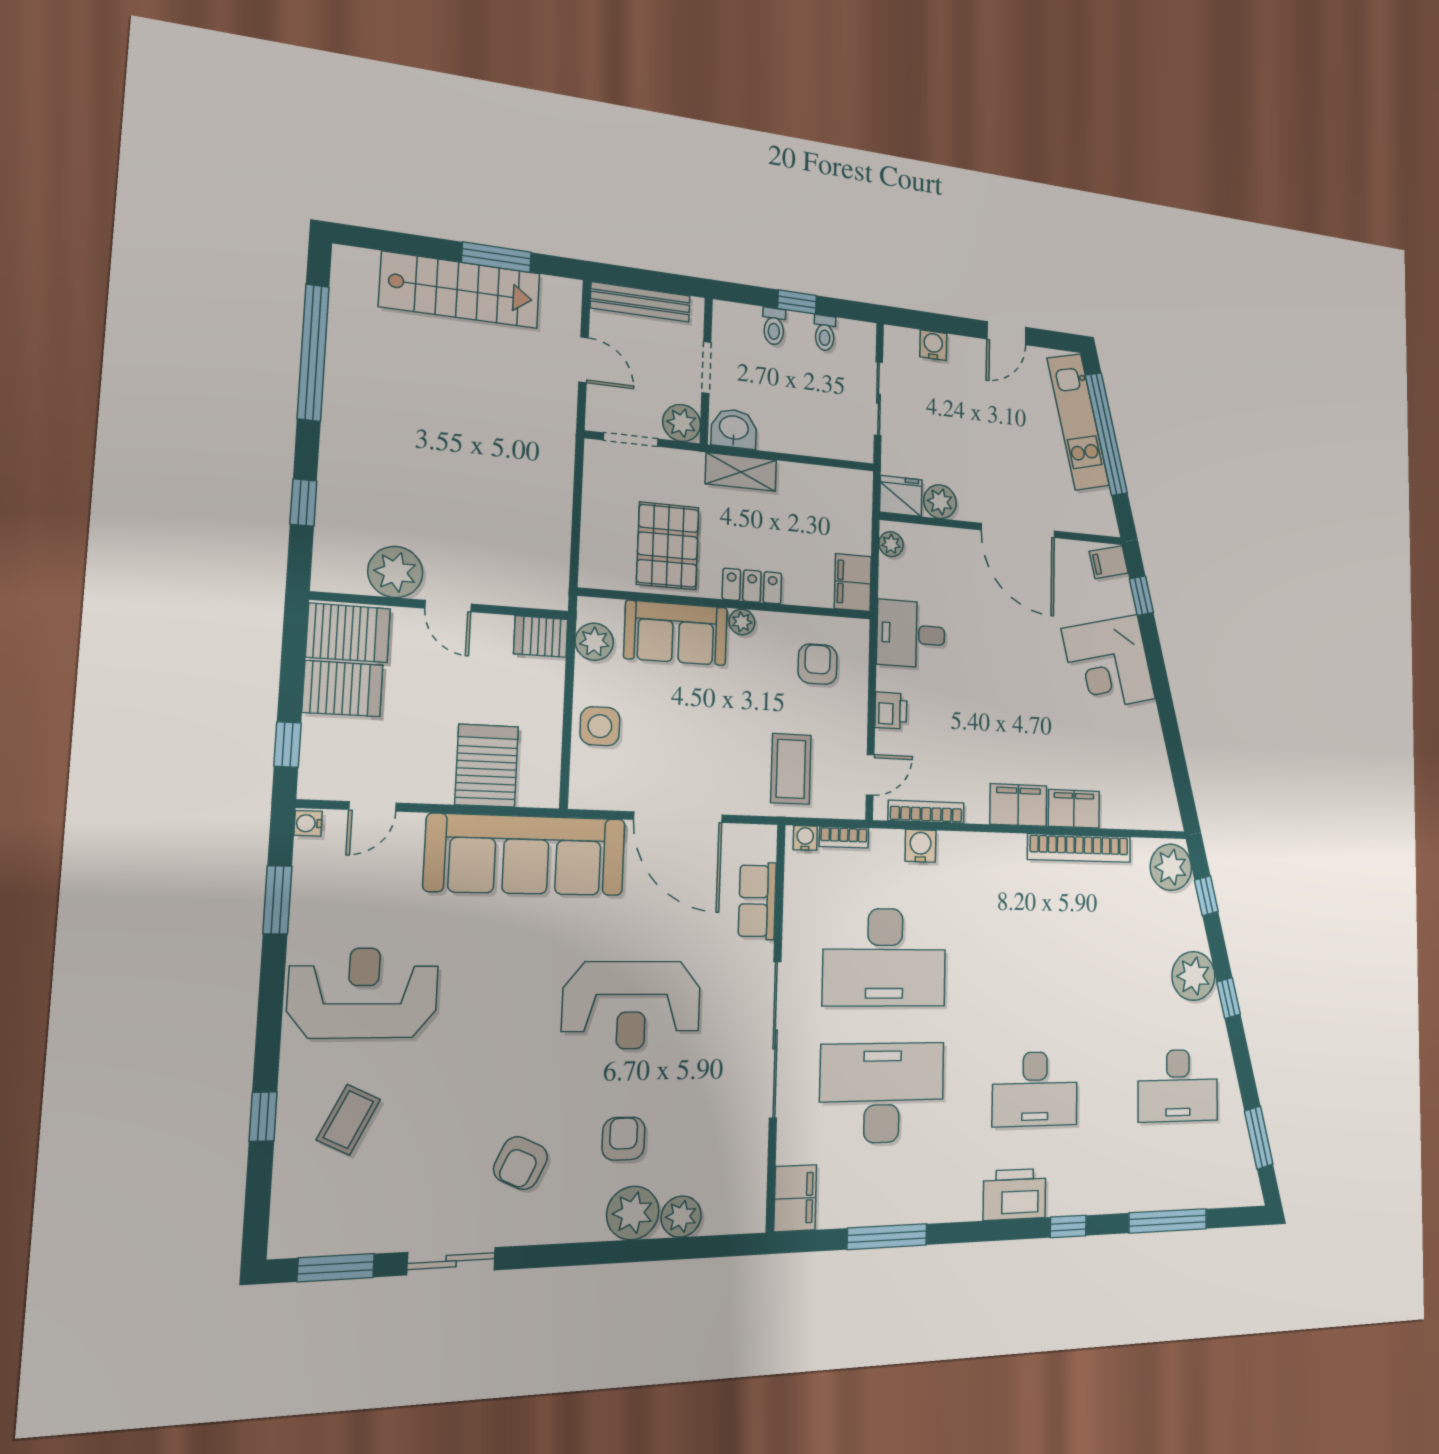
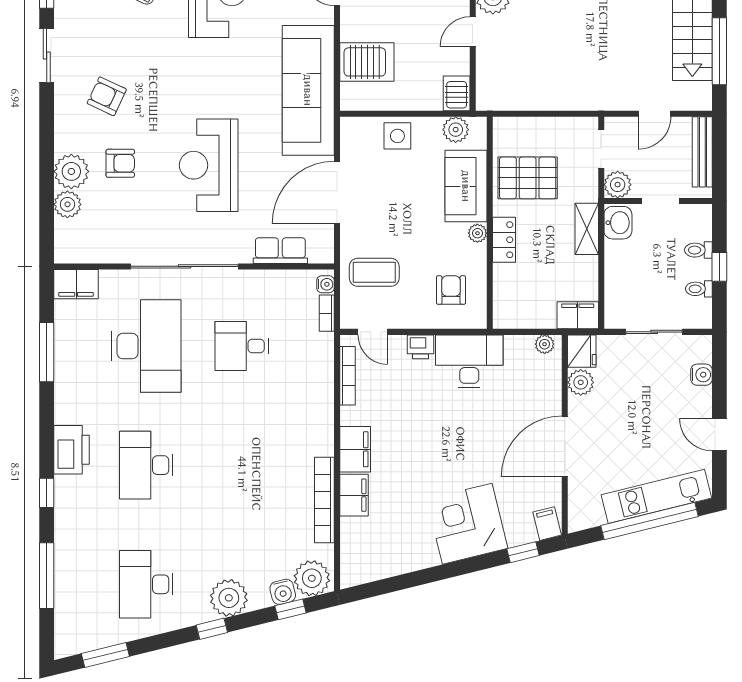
window: (496, 257) -> (719, 51), width x1.44
filing cabinet: (853, 582) -> (578, 315), moved
desk: (911, 634) -> (469, 361), width x1.37
armchair: (818, 664) -> (451, 290), turned -90
water cooler: (921, 846) -> (283, 592), moved, turned 76
desk: (885, 957) -> (242, 346), width x0.53, depth x0.77

